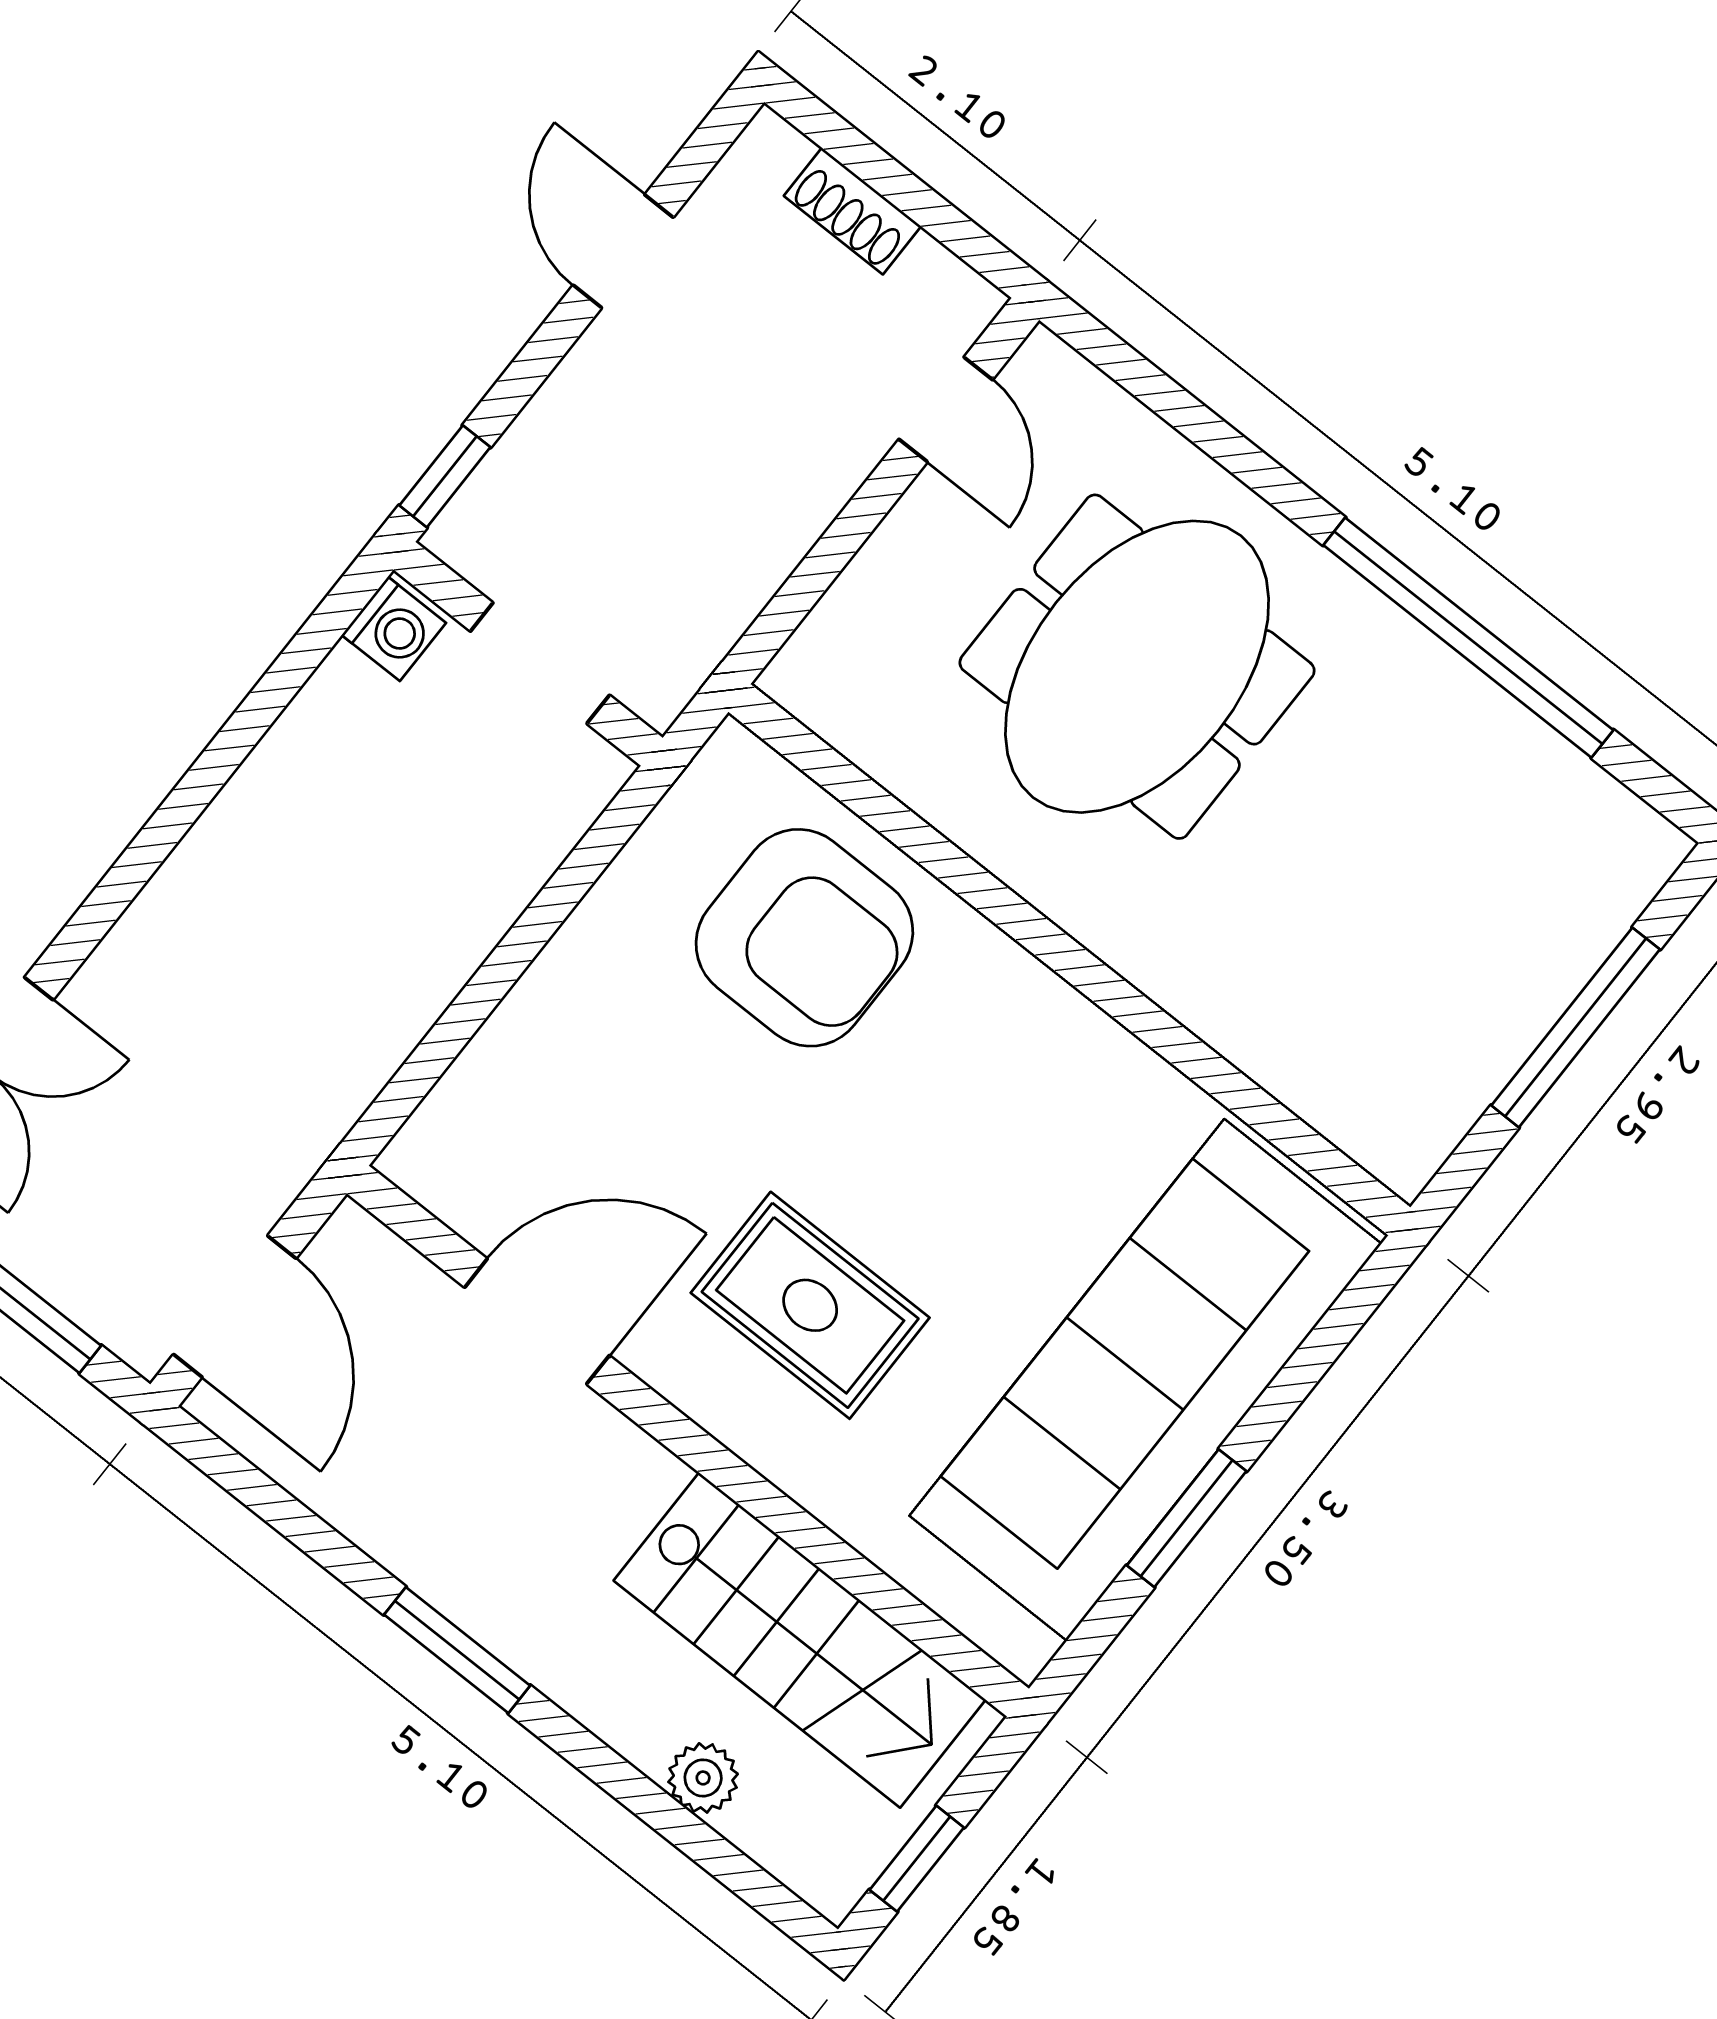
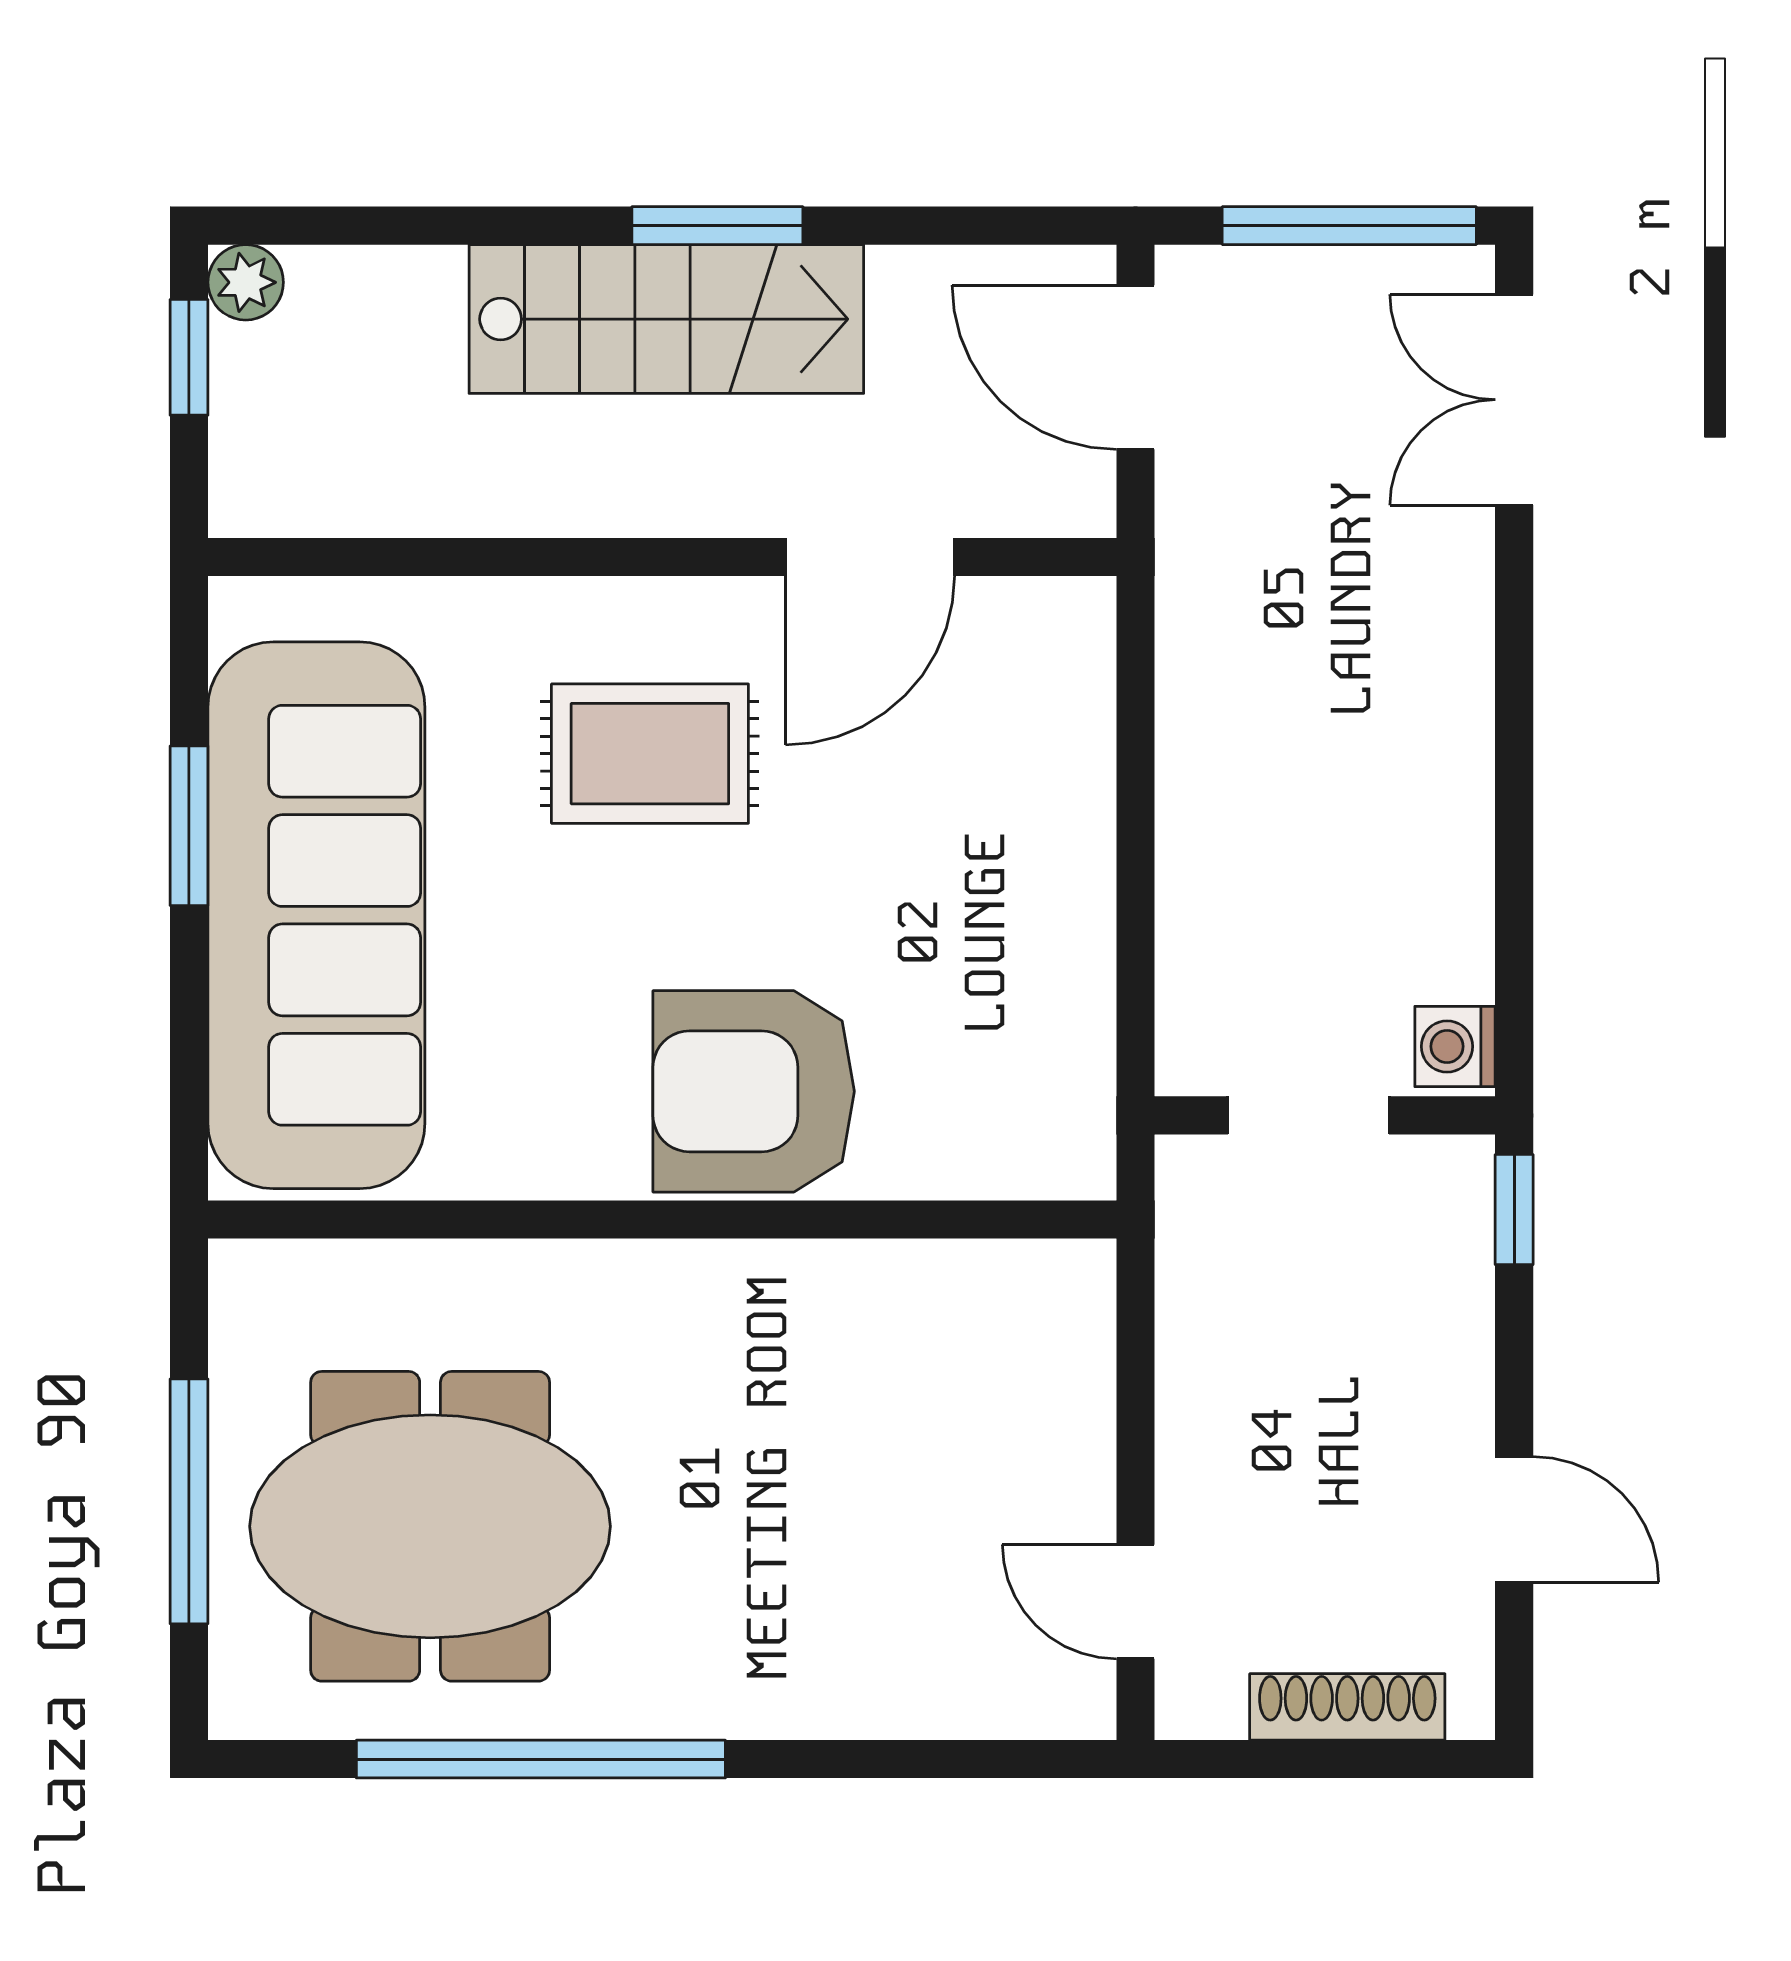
shoe rack: (852, 211) -> (1347, 1707), width x1.43
meeting table: (1137, 667) -> (430, 1526), moved, turned 90
armchair: (804, 938) -> (754, 1091), moved
stairs: (800, 1640) -> (666, 319), moved, turned 180
plant: (703, 1778) -> (246, 282), moved

